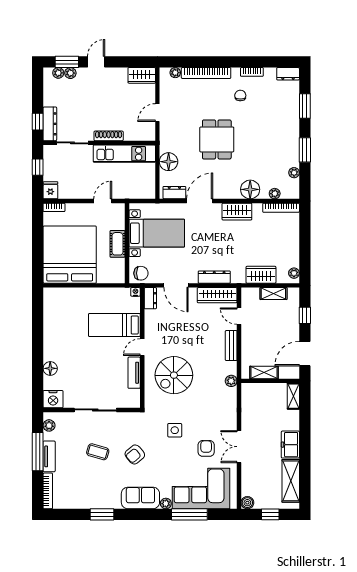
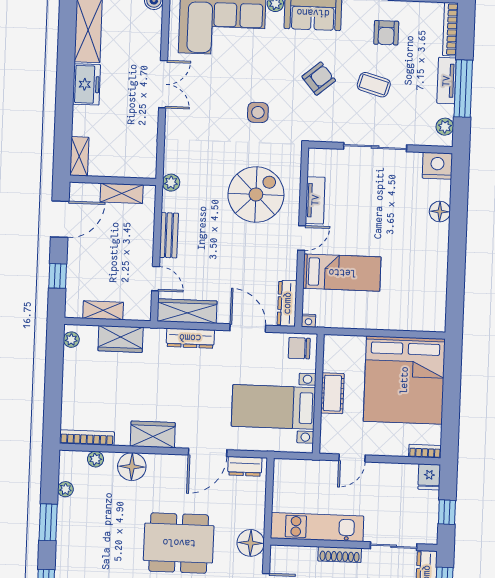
dining table: (217, 139) -> (179, 543), width x1.38
floor lamp: (169, 162) -> (251, 543), moved
dresser: (150, 298) -> (287, 303), width x1.44
armchair: (206, 448) -> (386, 33), moved

